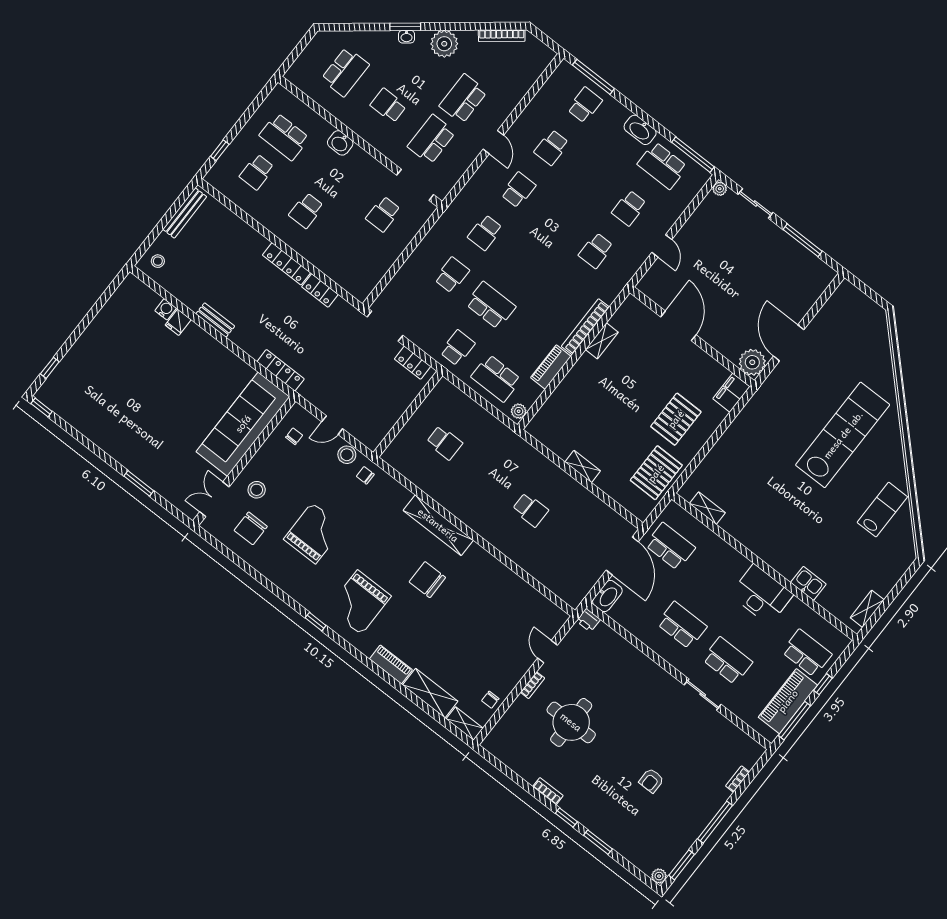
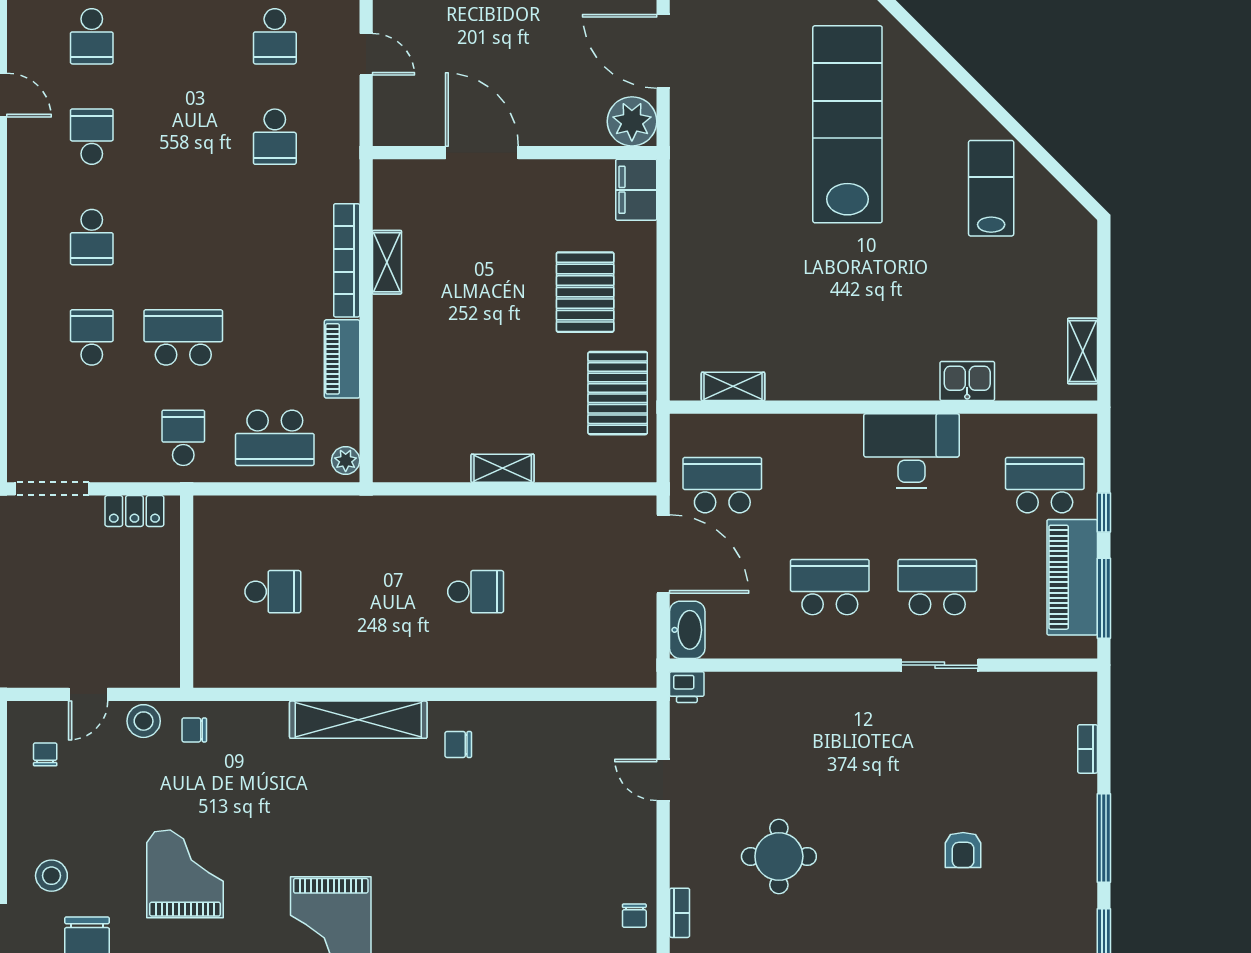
chair: (427, 580) -> (458, 745), moved, width x0.54, depth x0.54
bookcase: (533, 685) -> (680, 913), moved
round table: (571, 722) -> (779, 856), width x0.73, depth x0.73

